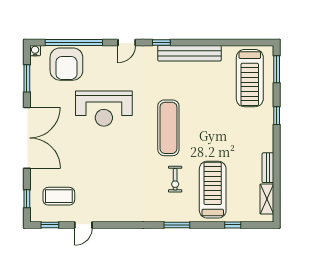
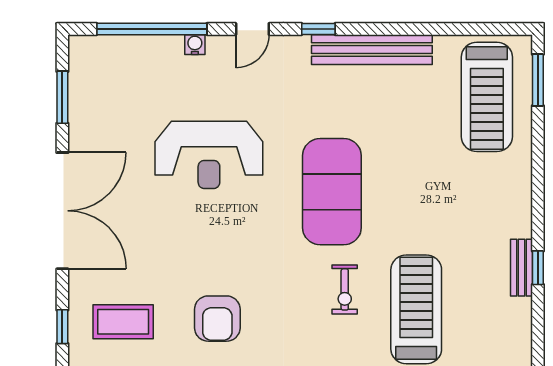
water cooler: (35, 51) -> (195, 45), moved
armchair: (66, 64) -> (217, 319), moved, width x0.73, depth x0.73
window: (277, 116) -> (538, 268), moved
exercise mat: (168, 128) -> (332, 192), width x1.47
shelving: (267, 199) -> (519, 327), removed

